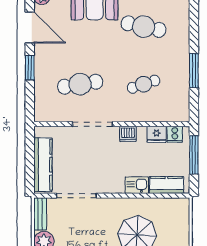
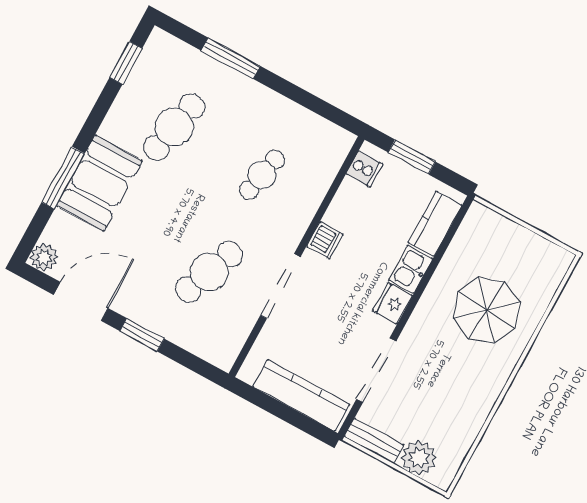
window: (194, 71) -> (231, 58), moved
cafe table: (80, 84) -> (209, 272), turned 30
cafe table: (144, 84) -> (262, 175), turned 30
fridge: (157, 134) -> (393, 303), moved, turned 180
window: (194, 155) -> (412, 157), width x0.69

